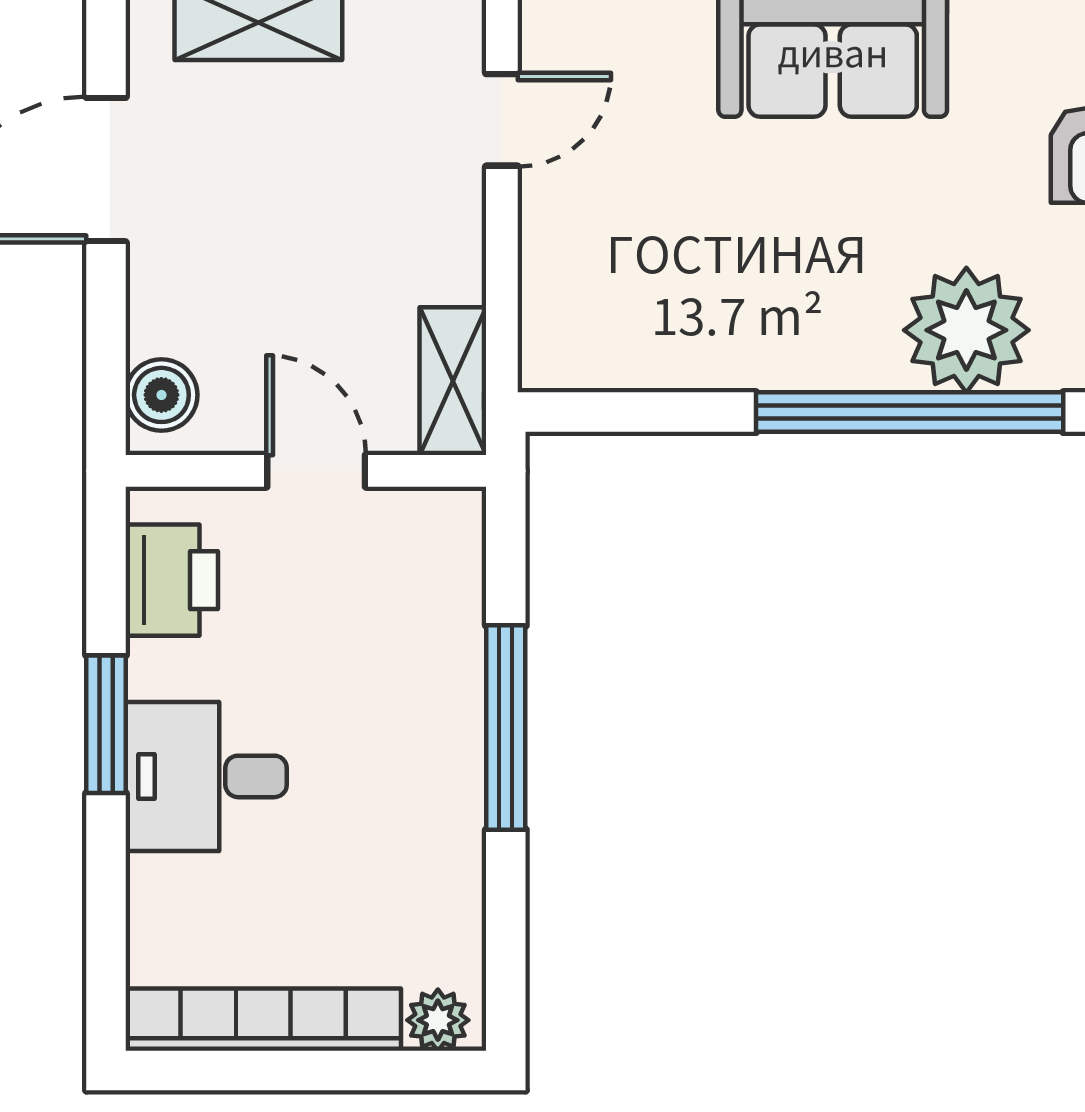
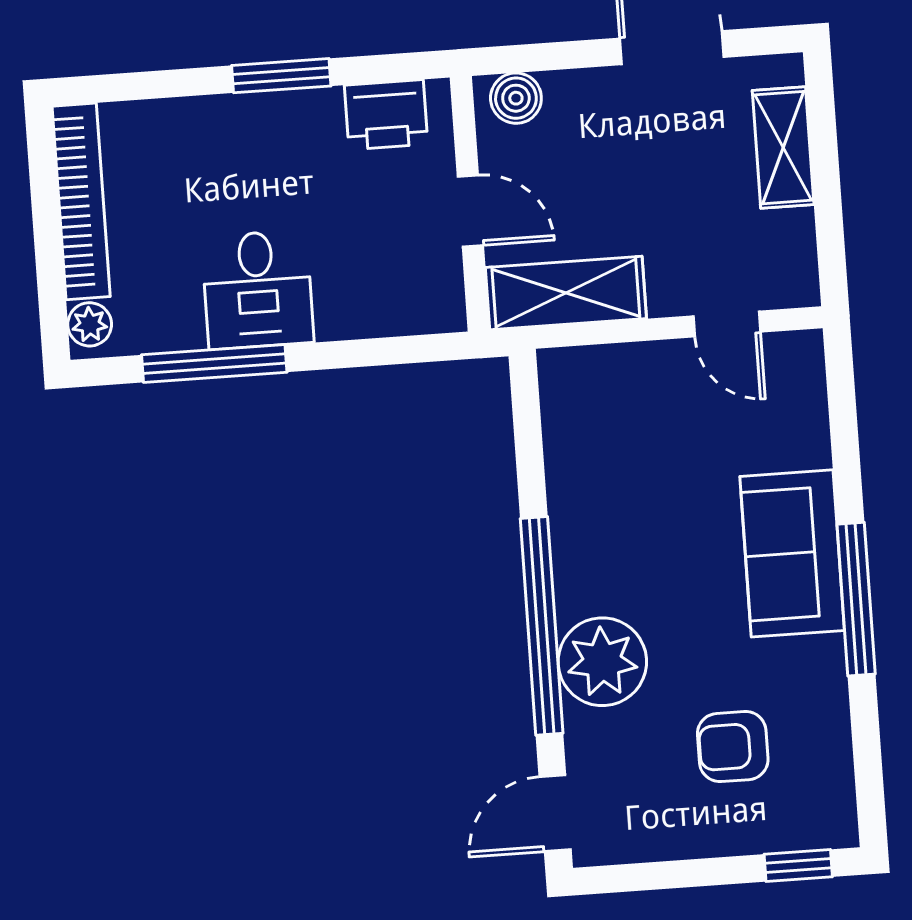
shelving: (453, 381) -> (566, 293), width x1.50, depth x1.33
door: (316, 471) -> (470, 211), hinge flipped
window: (506, 728) -> (214, 364), moved
desk: (206, 776) -> (258, 290), moved, turned 180

